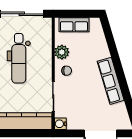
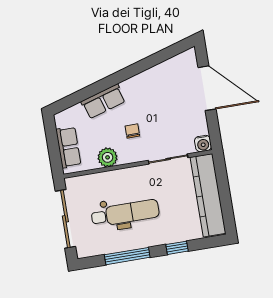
chair: (67, 71) -> (132, 131), moved
row of seats: (111, 81) -> (103, 101), moved, width x0.68

